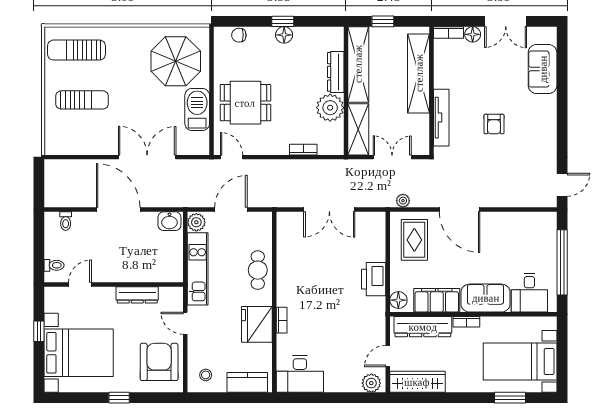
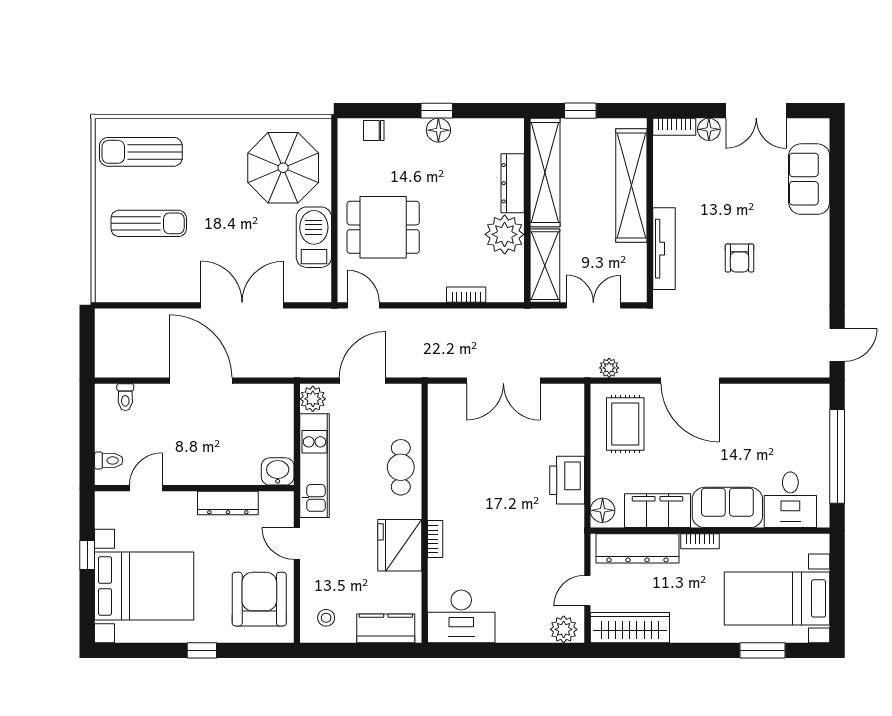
washbasin: (169, 221) -> (278, 471), moved, turned 180

